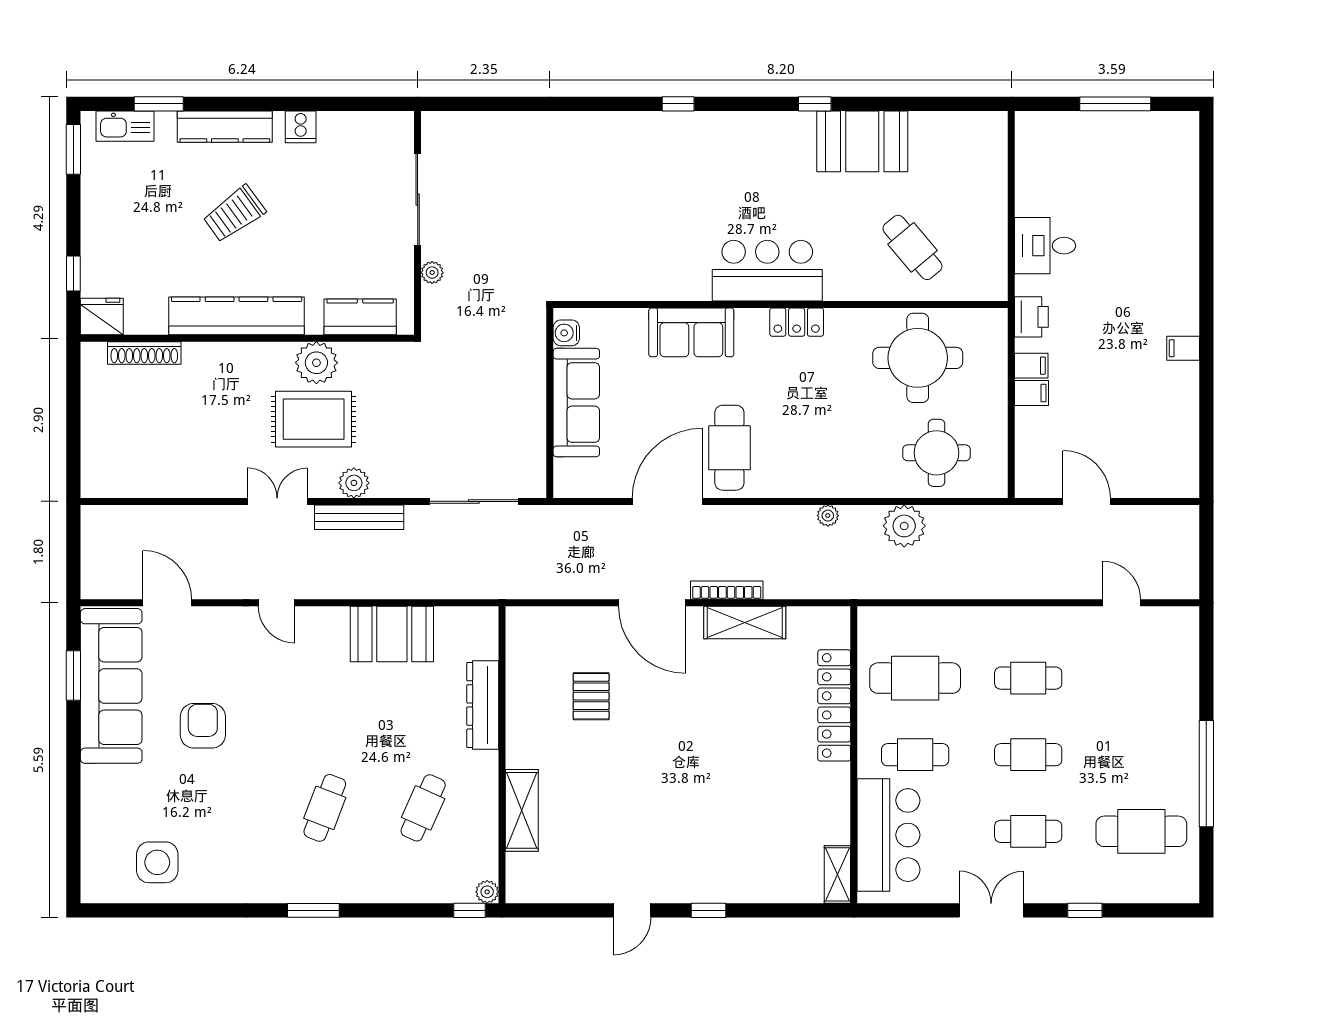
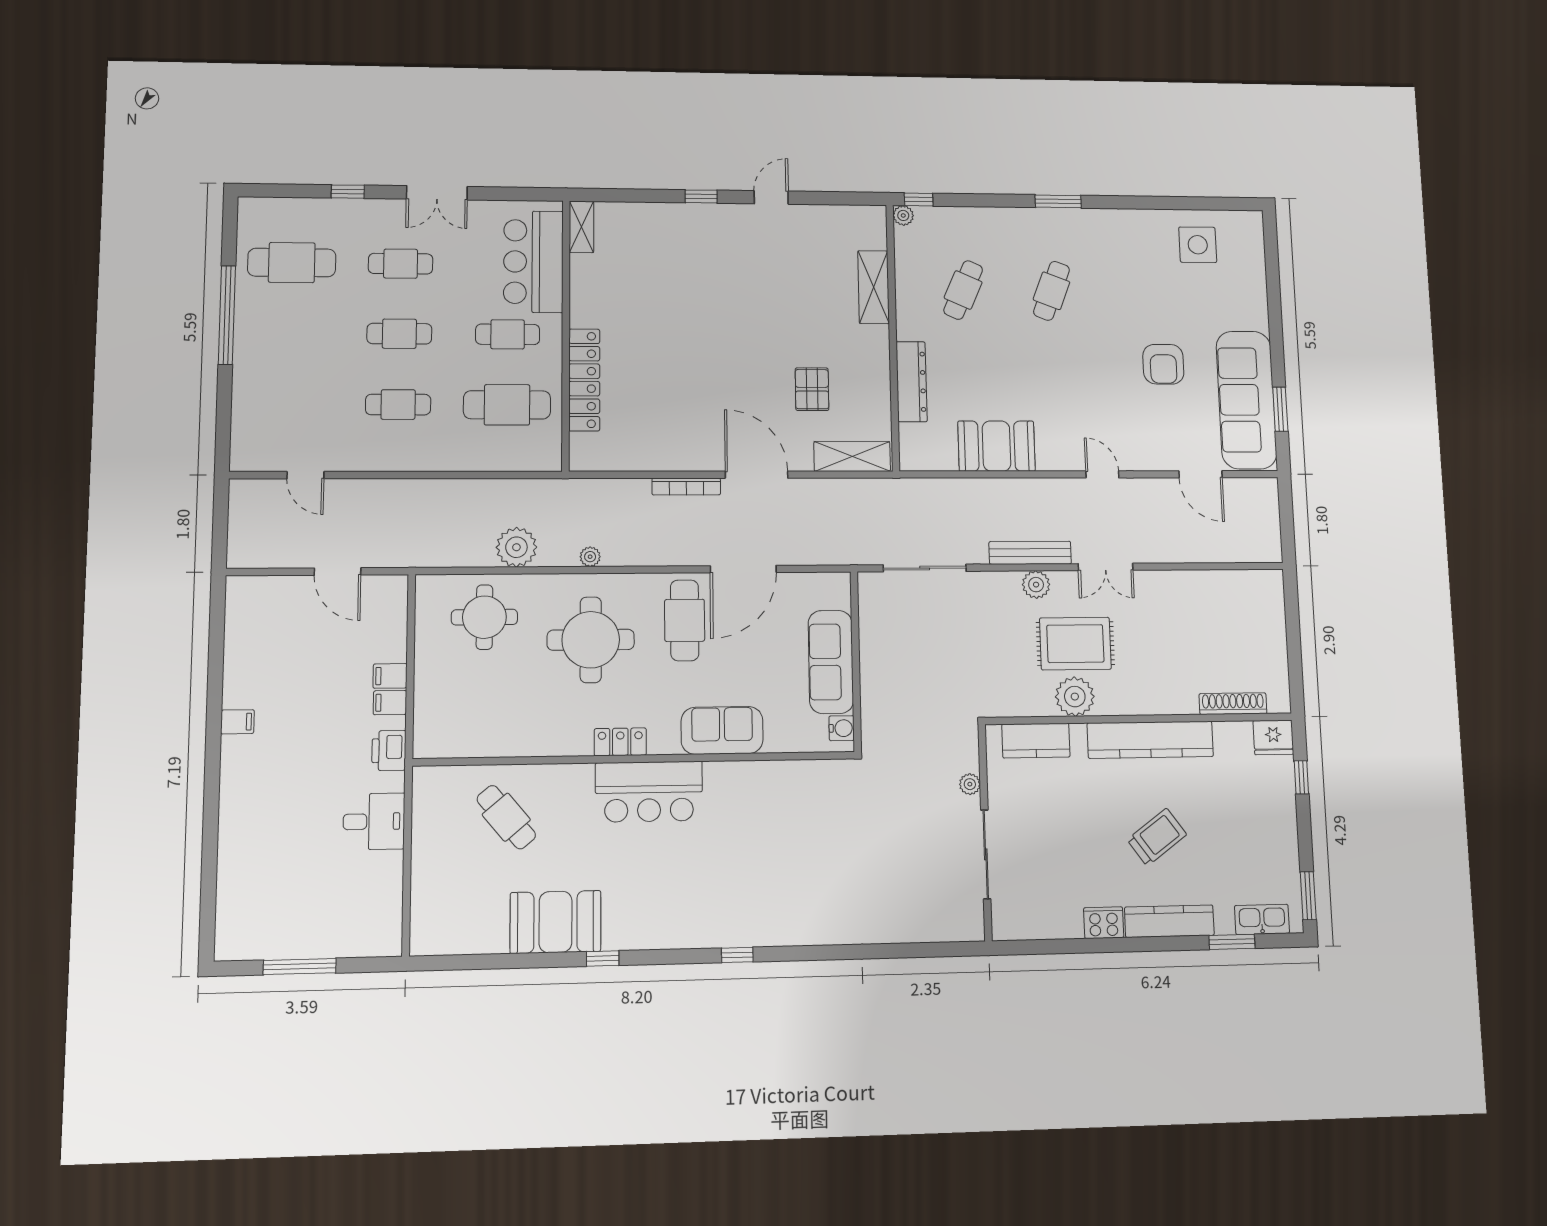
cooker: (301, 127) -> (1104, 923), width x1.36
round table: (918, 358) -> (591, 640), moved
shelving: (745, 622) -> (852, 456), moved

